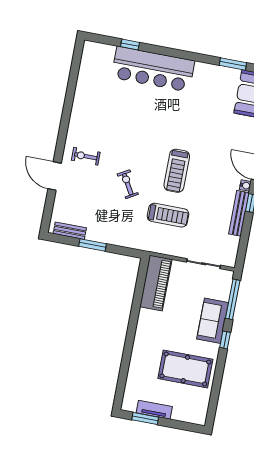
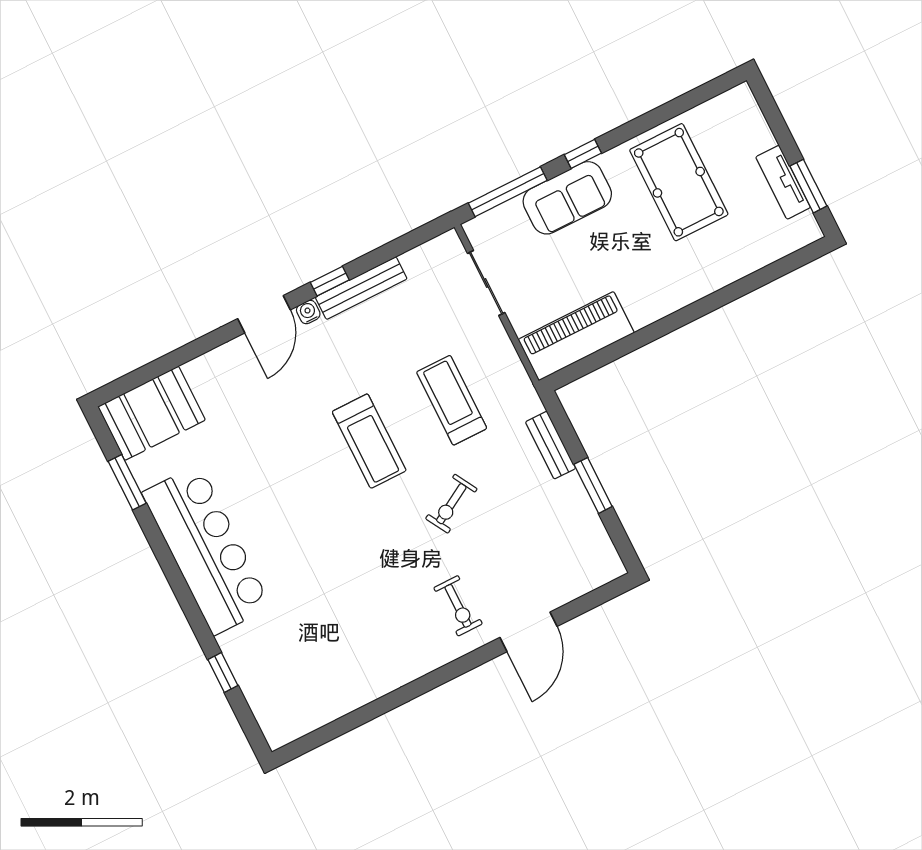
bar counter: (153, 69) -> (206, 550), moved
treadmill: (177, 171) -> (369, 441), turned 90
bench: (70, 231) -> (551, 445), moved

